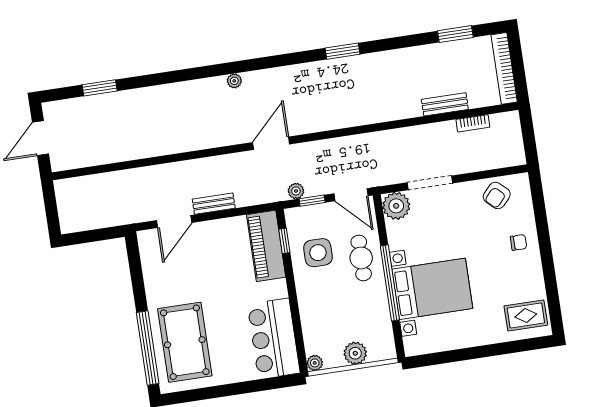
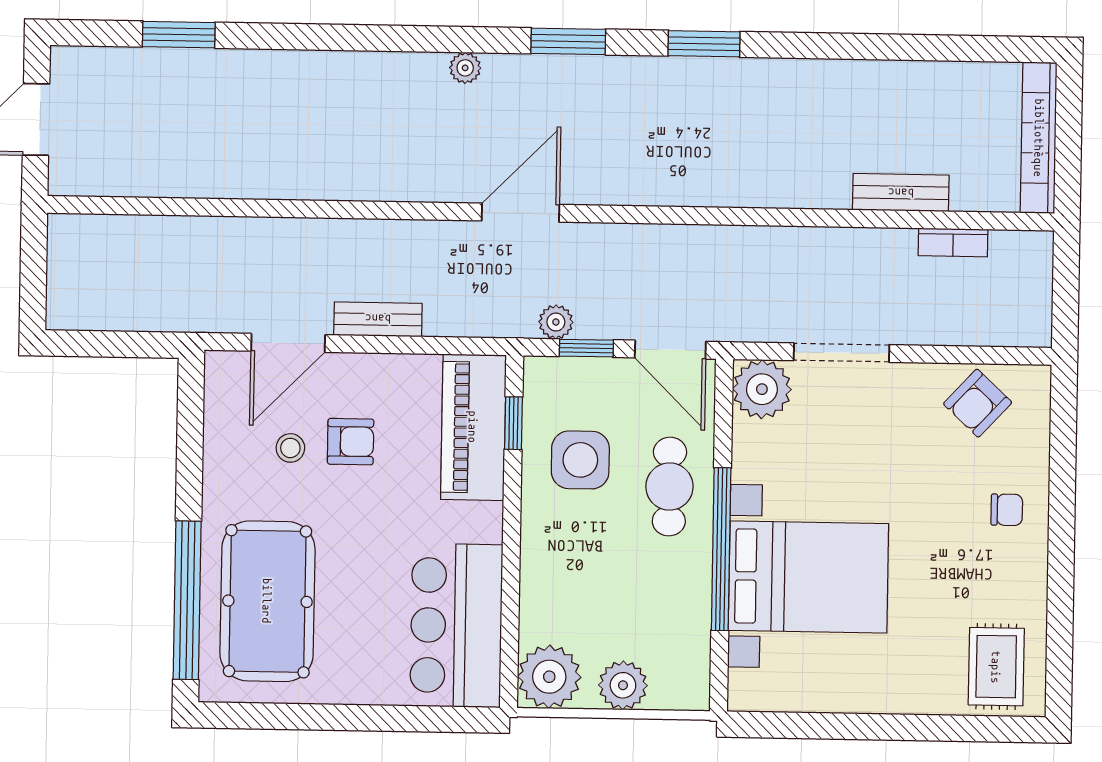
window: (455, 34) -> (568, 41), moved
armchair: (211, 262) -> (351, 442), added
stool: (183, 270) -> (290, 448), added
rug: (526, 315) -> (996, 667), turned 90
plant: (315, 363) -> (549, 677), width x1.88, depth x1.88

